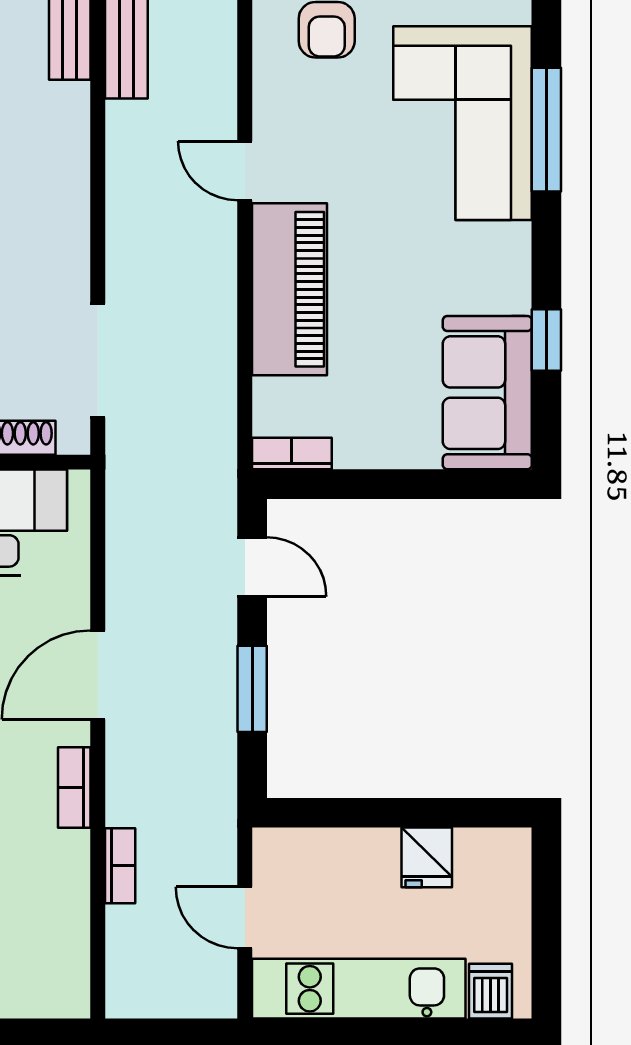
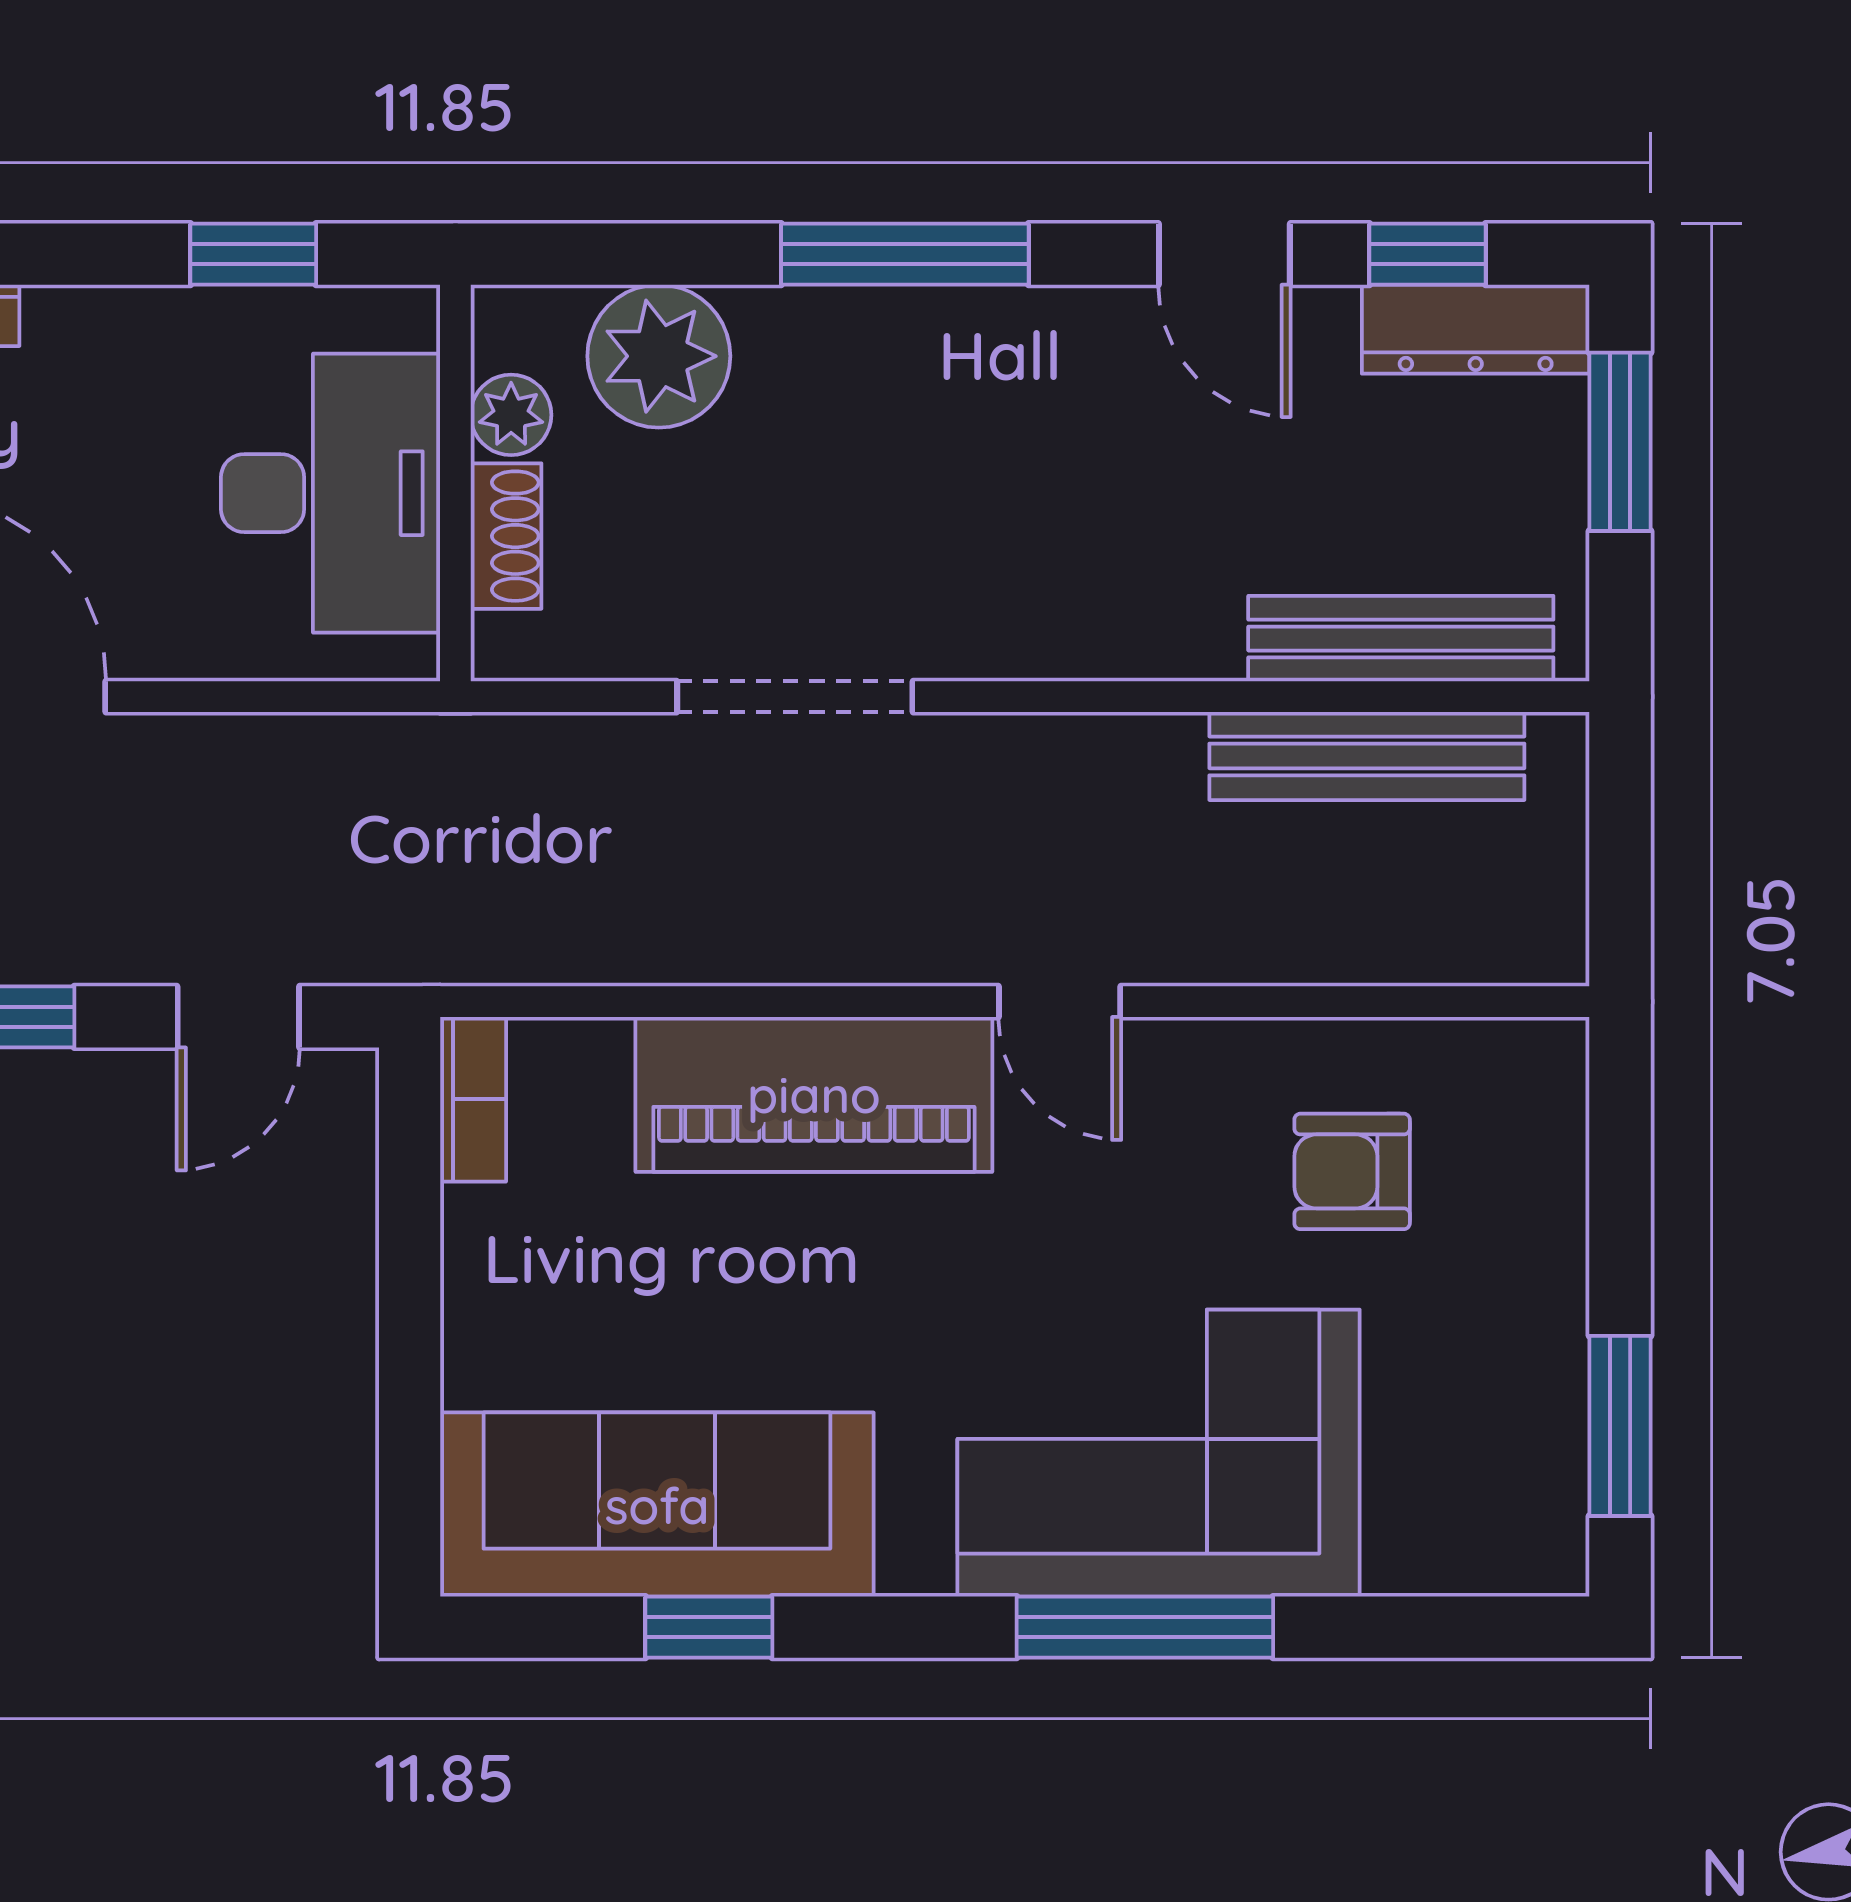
door: (245, 171) -> (1060, 1002), swing flipped
doorway: (98, 360) -> (795, 697), moved
sofa: (487, 393) -> (657, 1505), width x1.36

